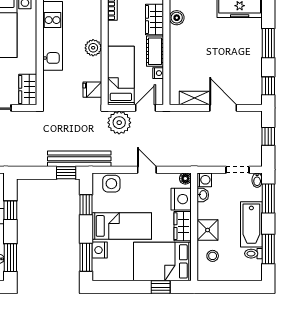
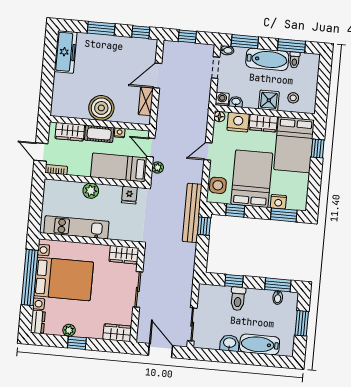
boiler: (177, 18) -> (101, 108), moved, width x1.86, depth x1.86
plant: (119, 123) -> (158, 167), width x0.53, depth x0.53
bed: (122, 226) -> (252, 179), width x1.50

